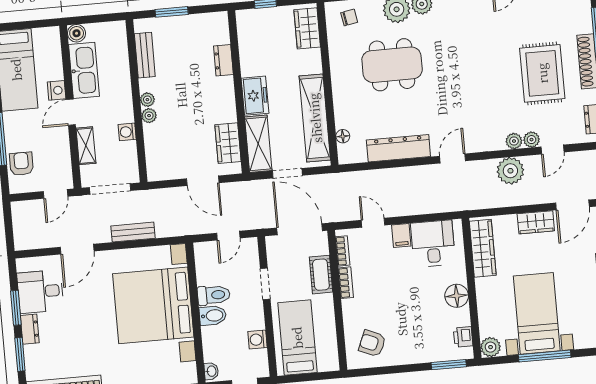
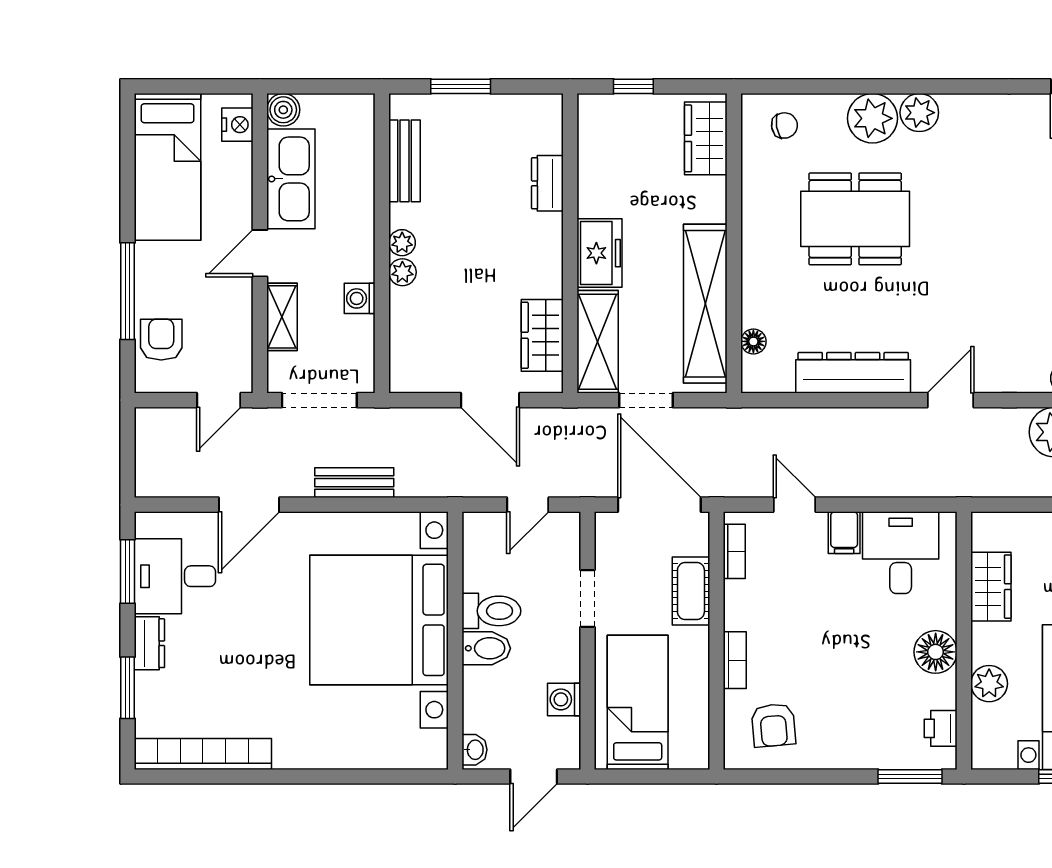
nightstand: (57, 90) -> (237, 125), moved
wardrobe: (483, 248) -> (991, 587), width x0.67
bookcase: (346, 283) -> (735, 660), moved
window: (16, 308) -> (127, 572), moved
armchair: (372, 343) -> (773, 725), turned -118
plant: (491, 347) -> (989, 684), moved

